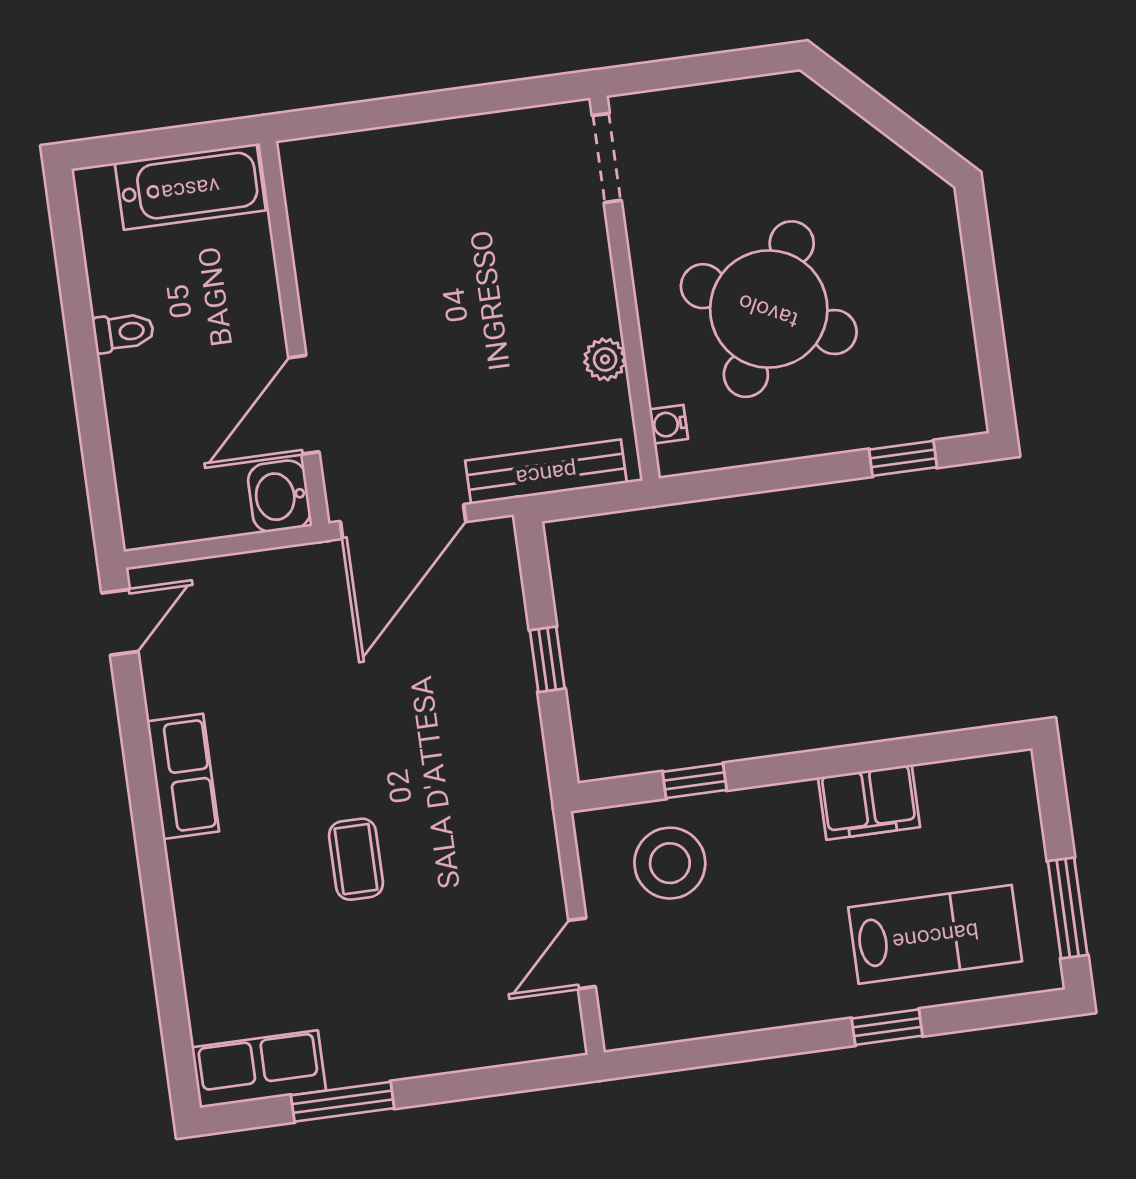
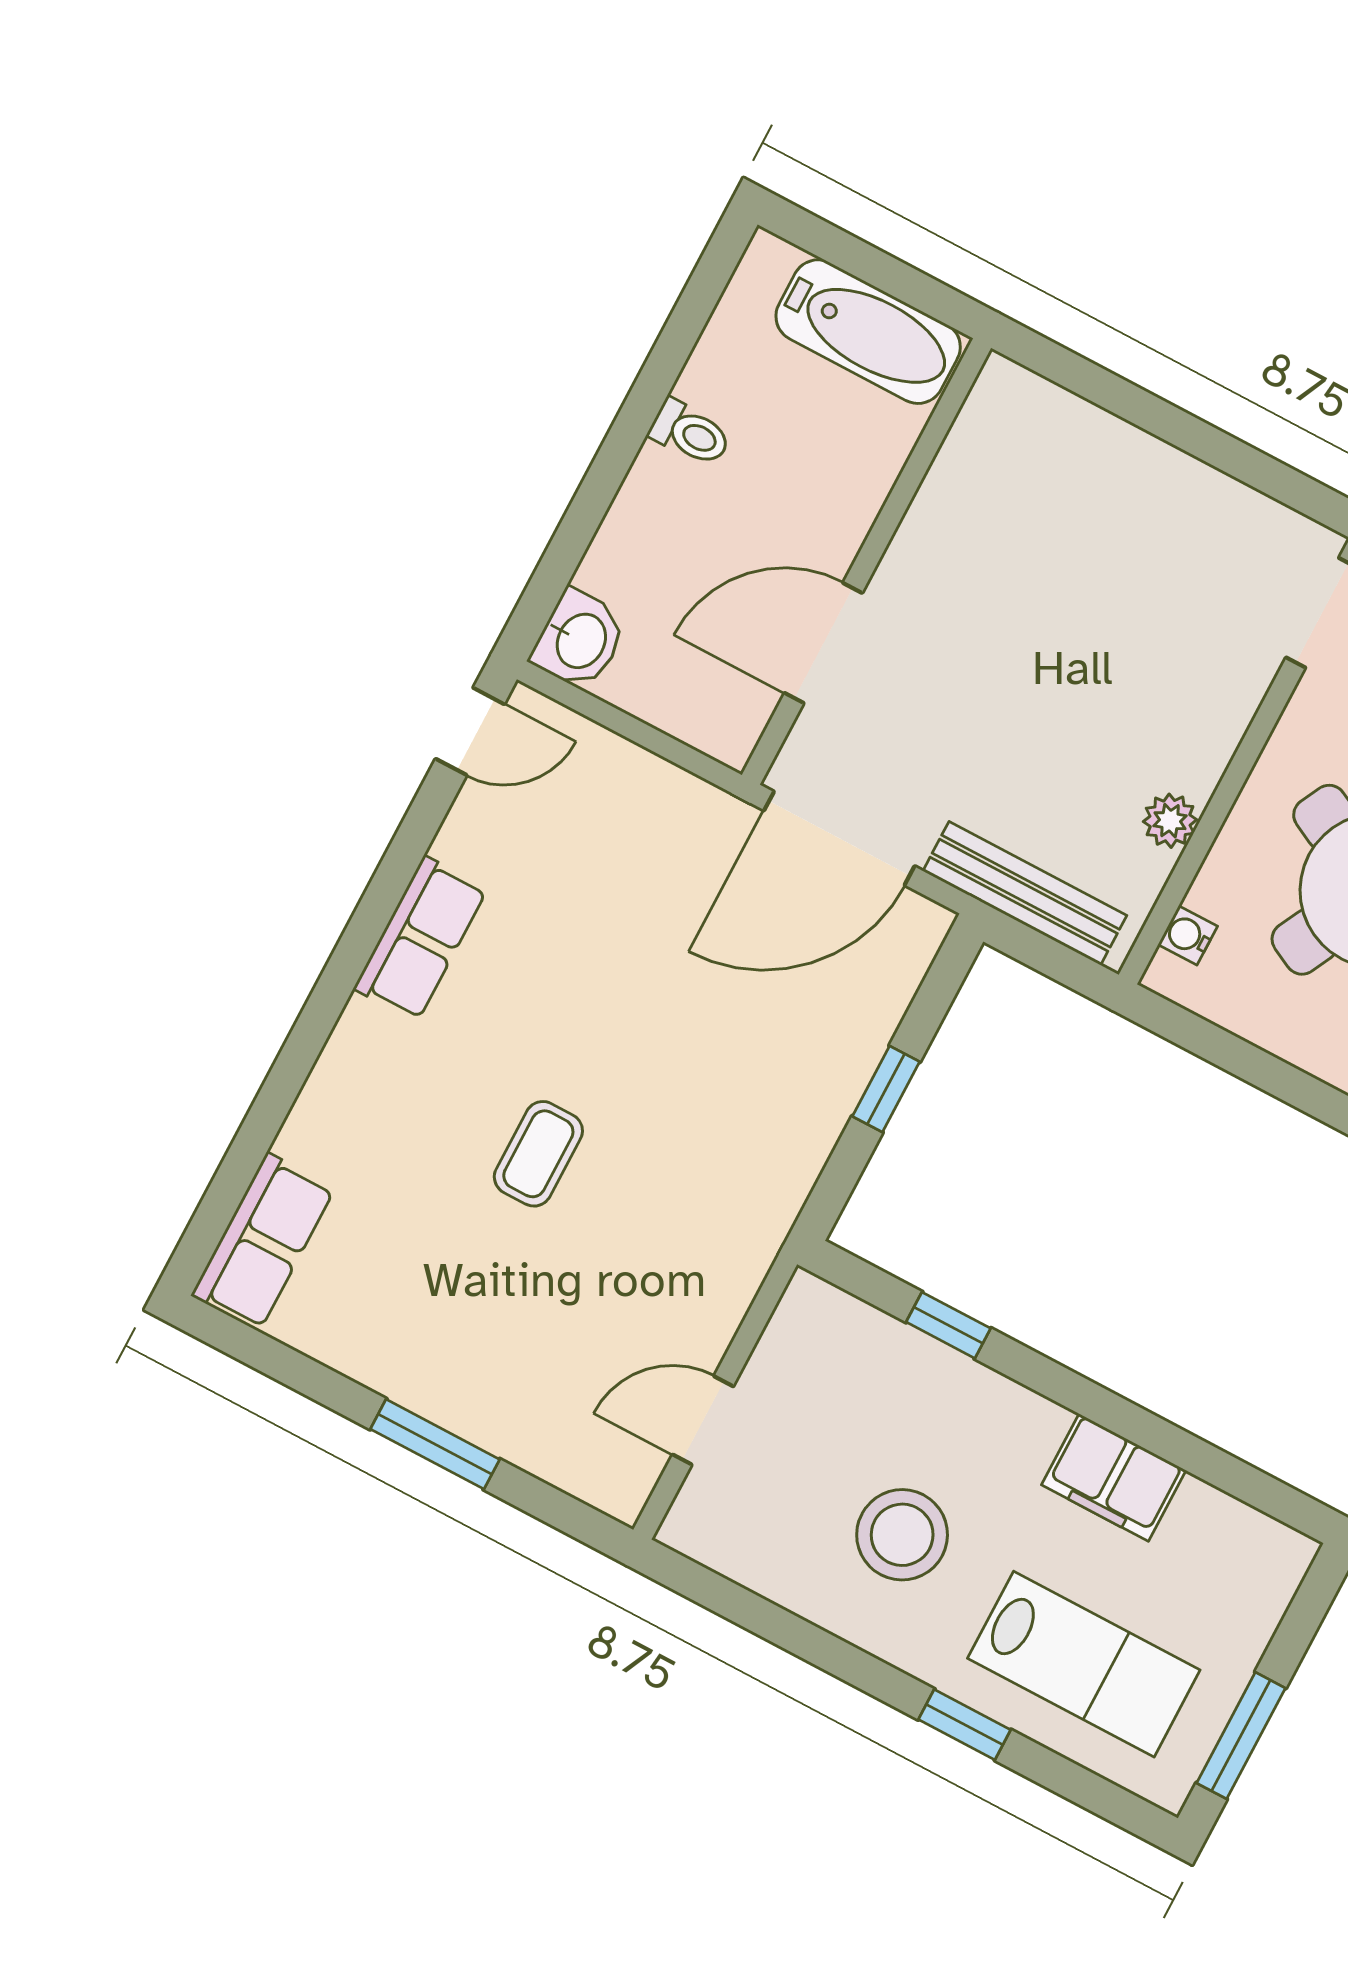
washbasin: (279, 496) -> (579, 640), moved, turned 180
stool: (670, 863) -> (902, 1535), moved
row of seats: (259, 1069) -> (263, 1242), moved, turned 90
window: (343, 1102) -> (435, 1444), moved

